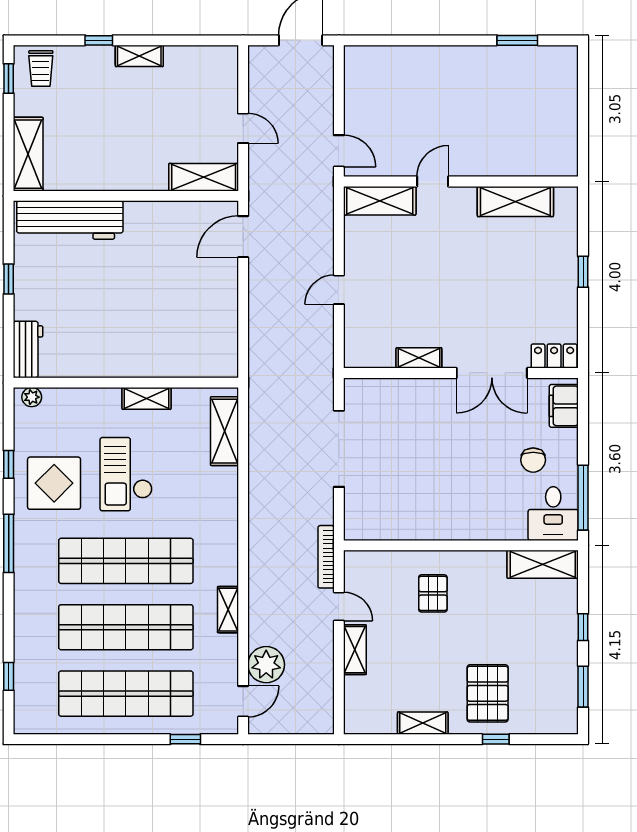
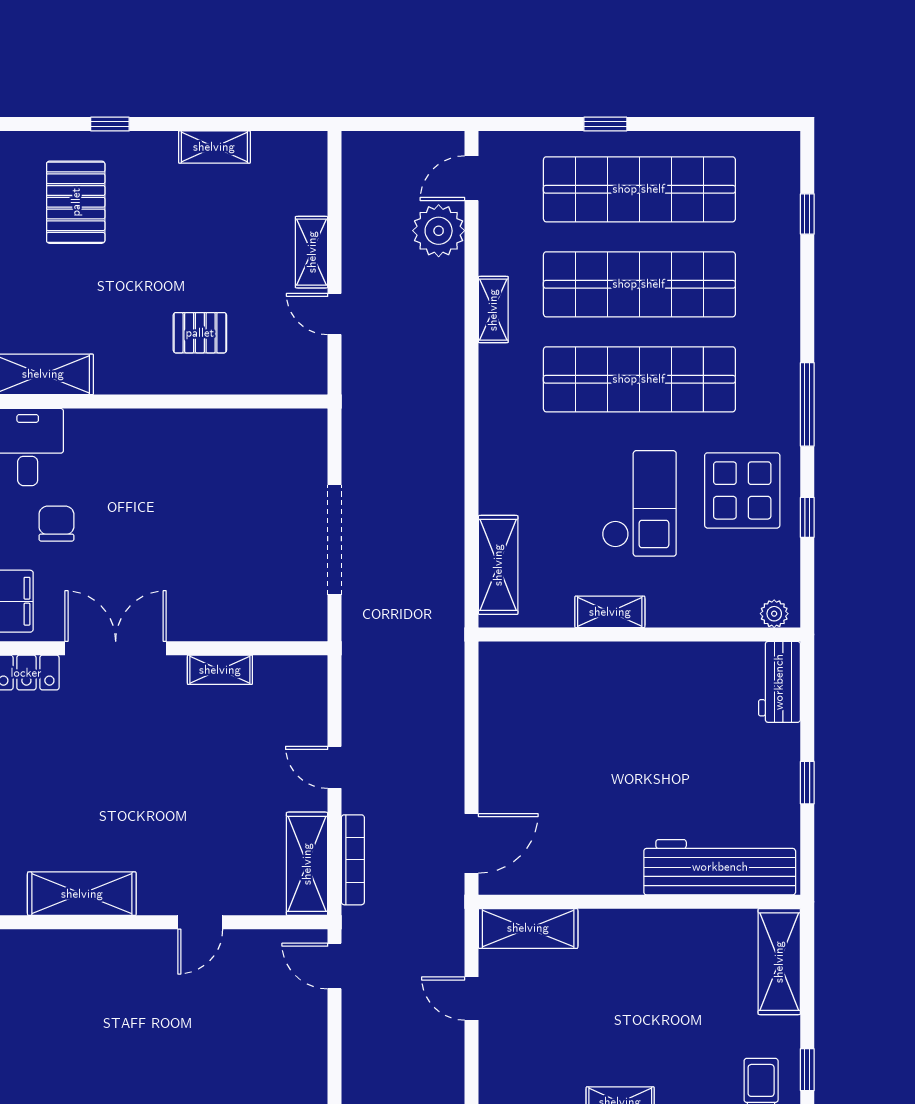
shelving: (380, 201) -> (307, 864), moved, turned 90
door: (339, 290) -> (334, 767), swing flipped
bookcase: (326, 557) -> (353, 860), moved
pallet: (433, 593) -> (200, 333), turned 90
pallet: (488, 693) -> (76, 202), moved
window: (185, 739) -> (605, 124), moved

